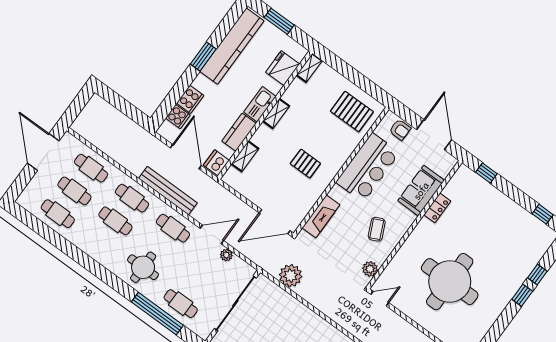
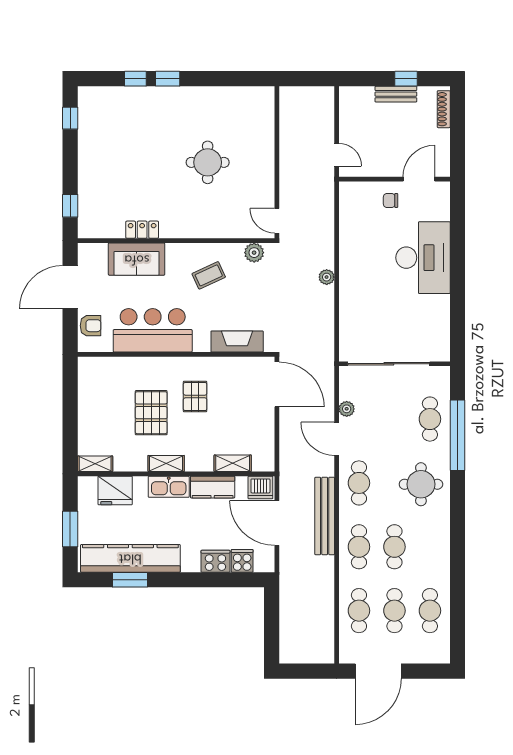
window: (203, 57) -> (130, 580), moved
pallet: (352, 112) -> (151, 413), moved
armchair: (400, 130) -> (91, 326), turned 90
door: (186, 157) -> (277, 523), hinge flipped
plant: (291, 276) -> (327, 277), moved, width x0.53, depth x0.53
round table: (450, 282) -> (208, 162), width x0.54, depth x0.54

